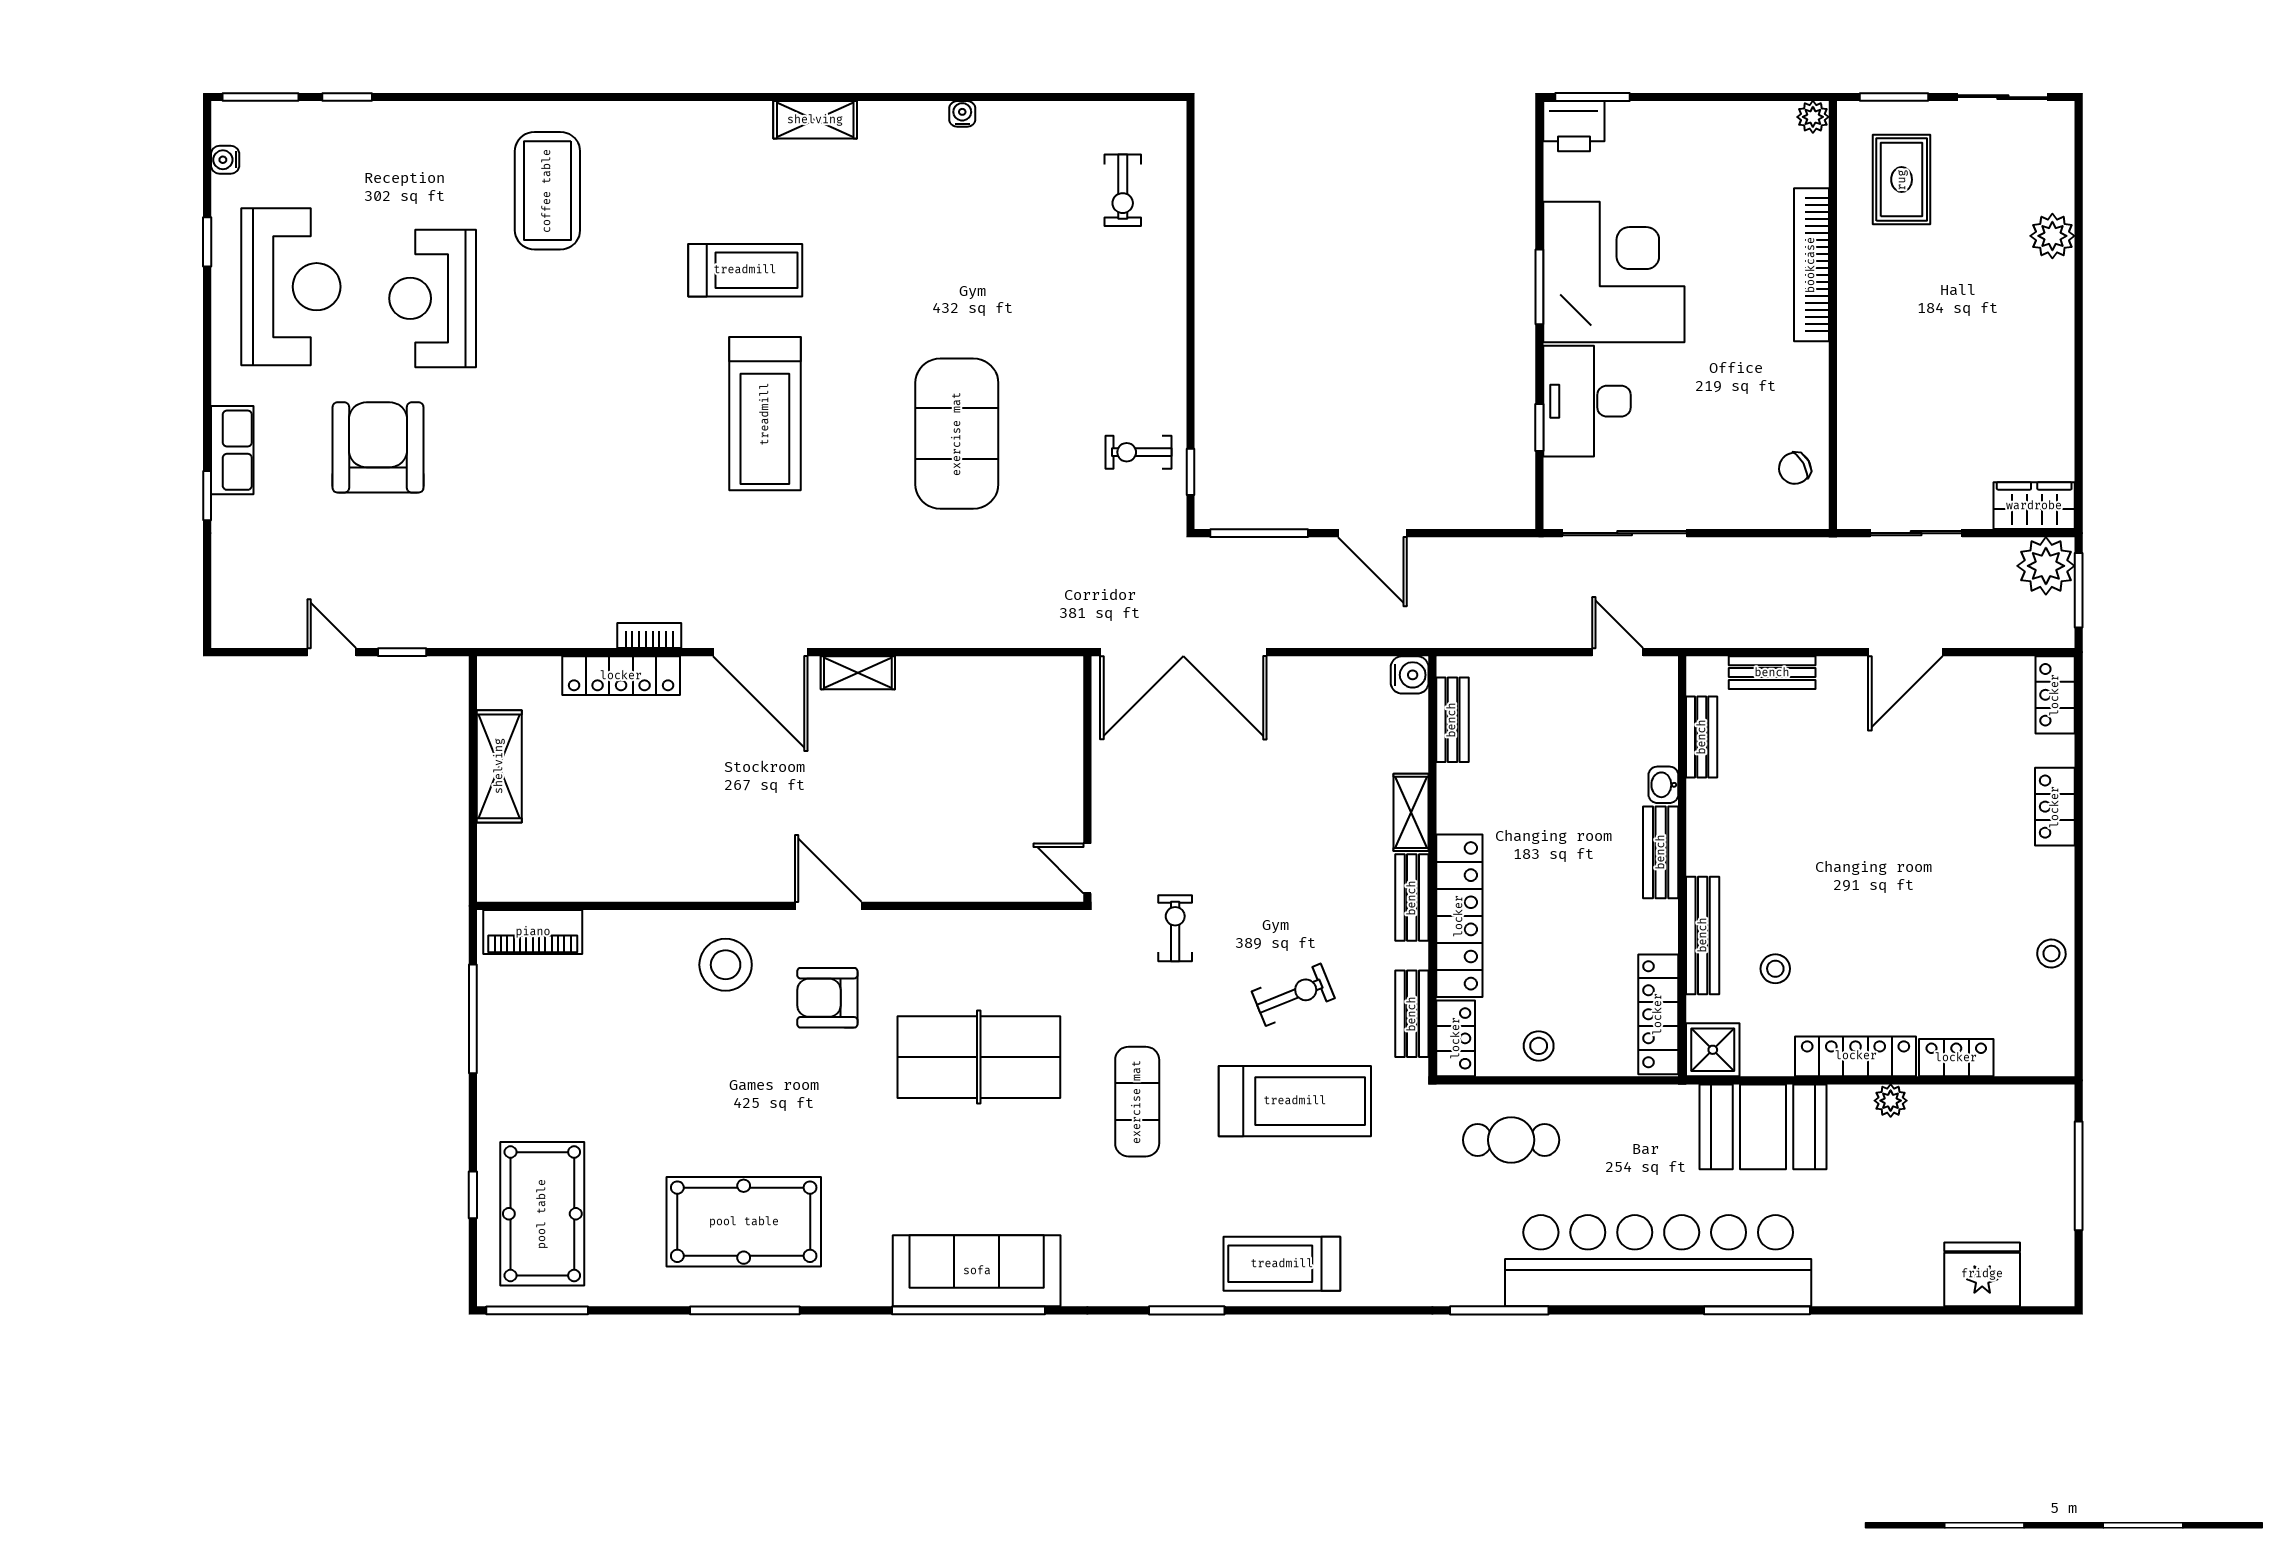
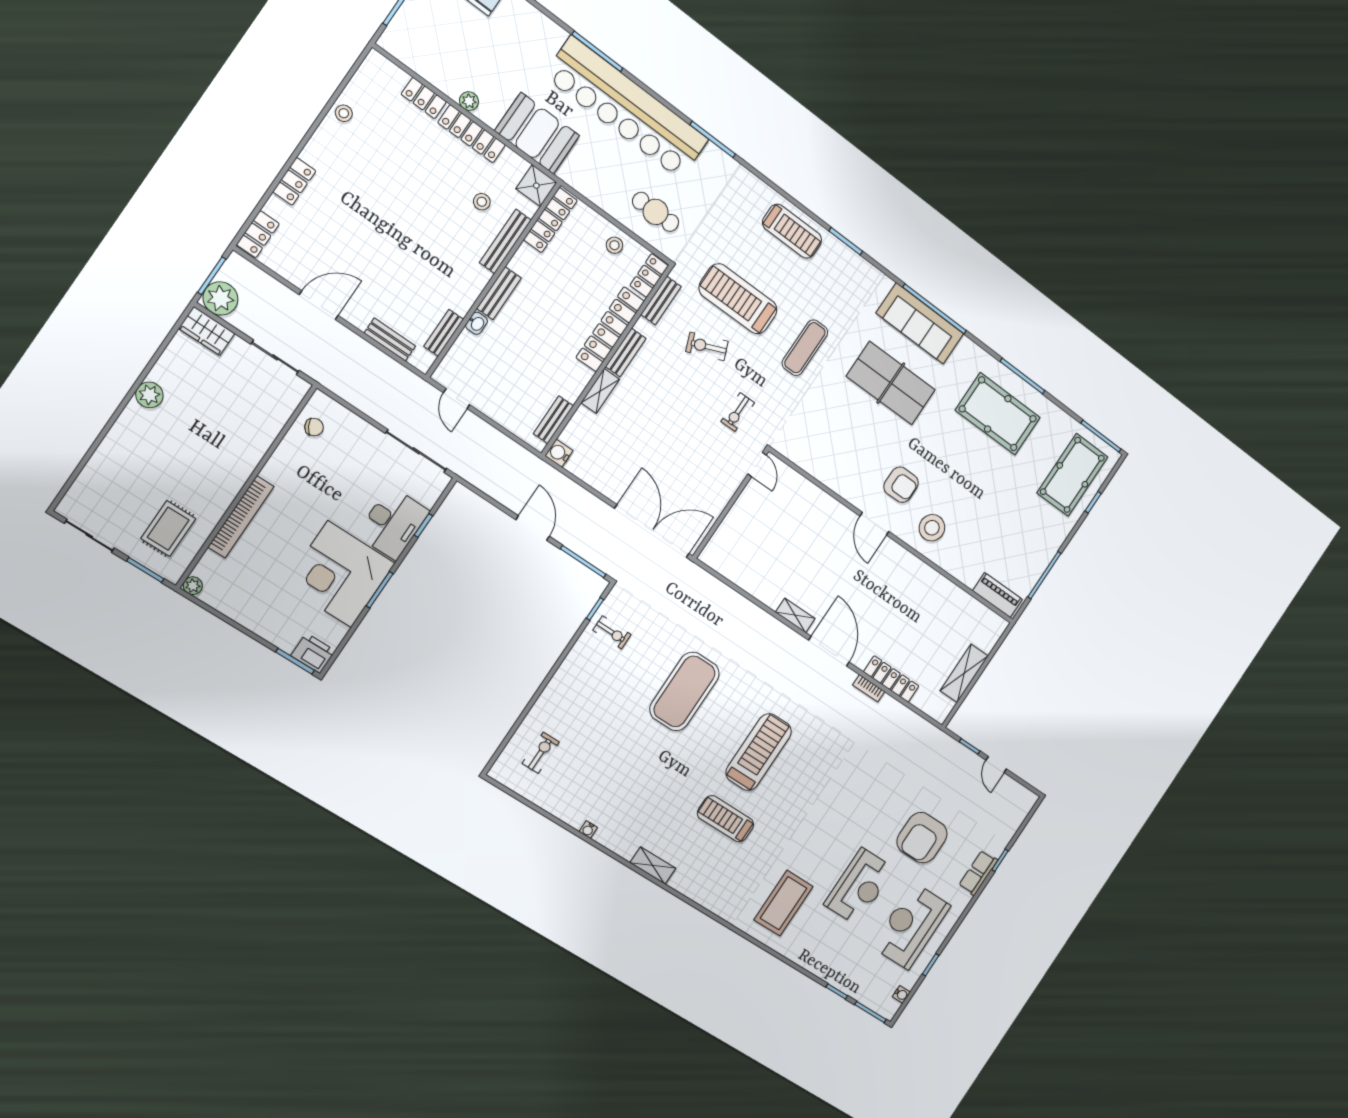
plant: (2052, 236) -> (149, 395), moved
table tennis table: (979, 1057) -> (891, 383), moved

